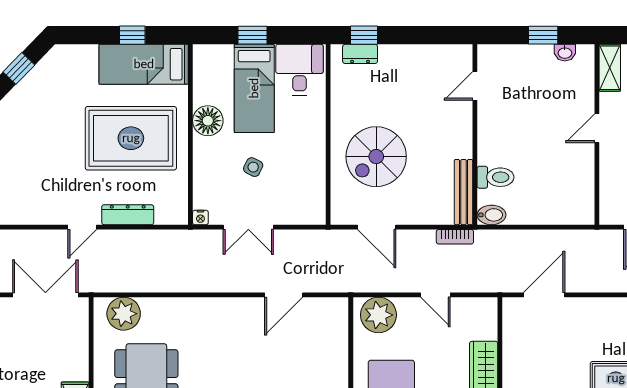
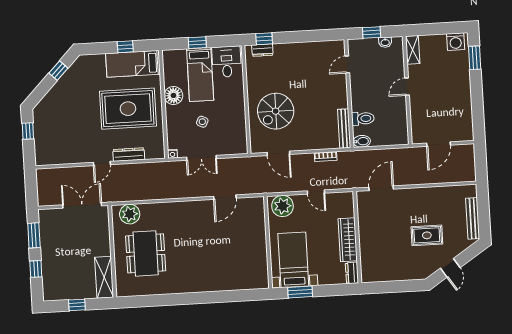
door: (475, 86) -> (347, 64), moved
wall: (475, 134) -> (349, 94), moved
toilet: (496, 177) -> (363, 119), moved
bench: (464, 192) -> (344, 129), moved
bidet: (492, 215) -> (362, 141), moved

